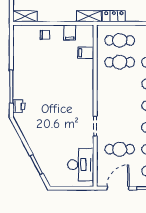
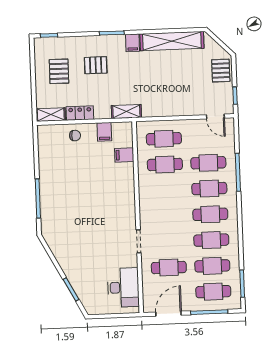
locker: (114, 16) -> (80, 113), moved
printer: (19, 106) -> (47, 221), removed

